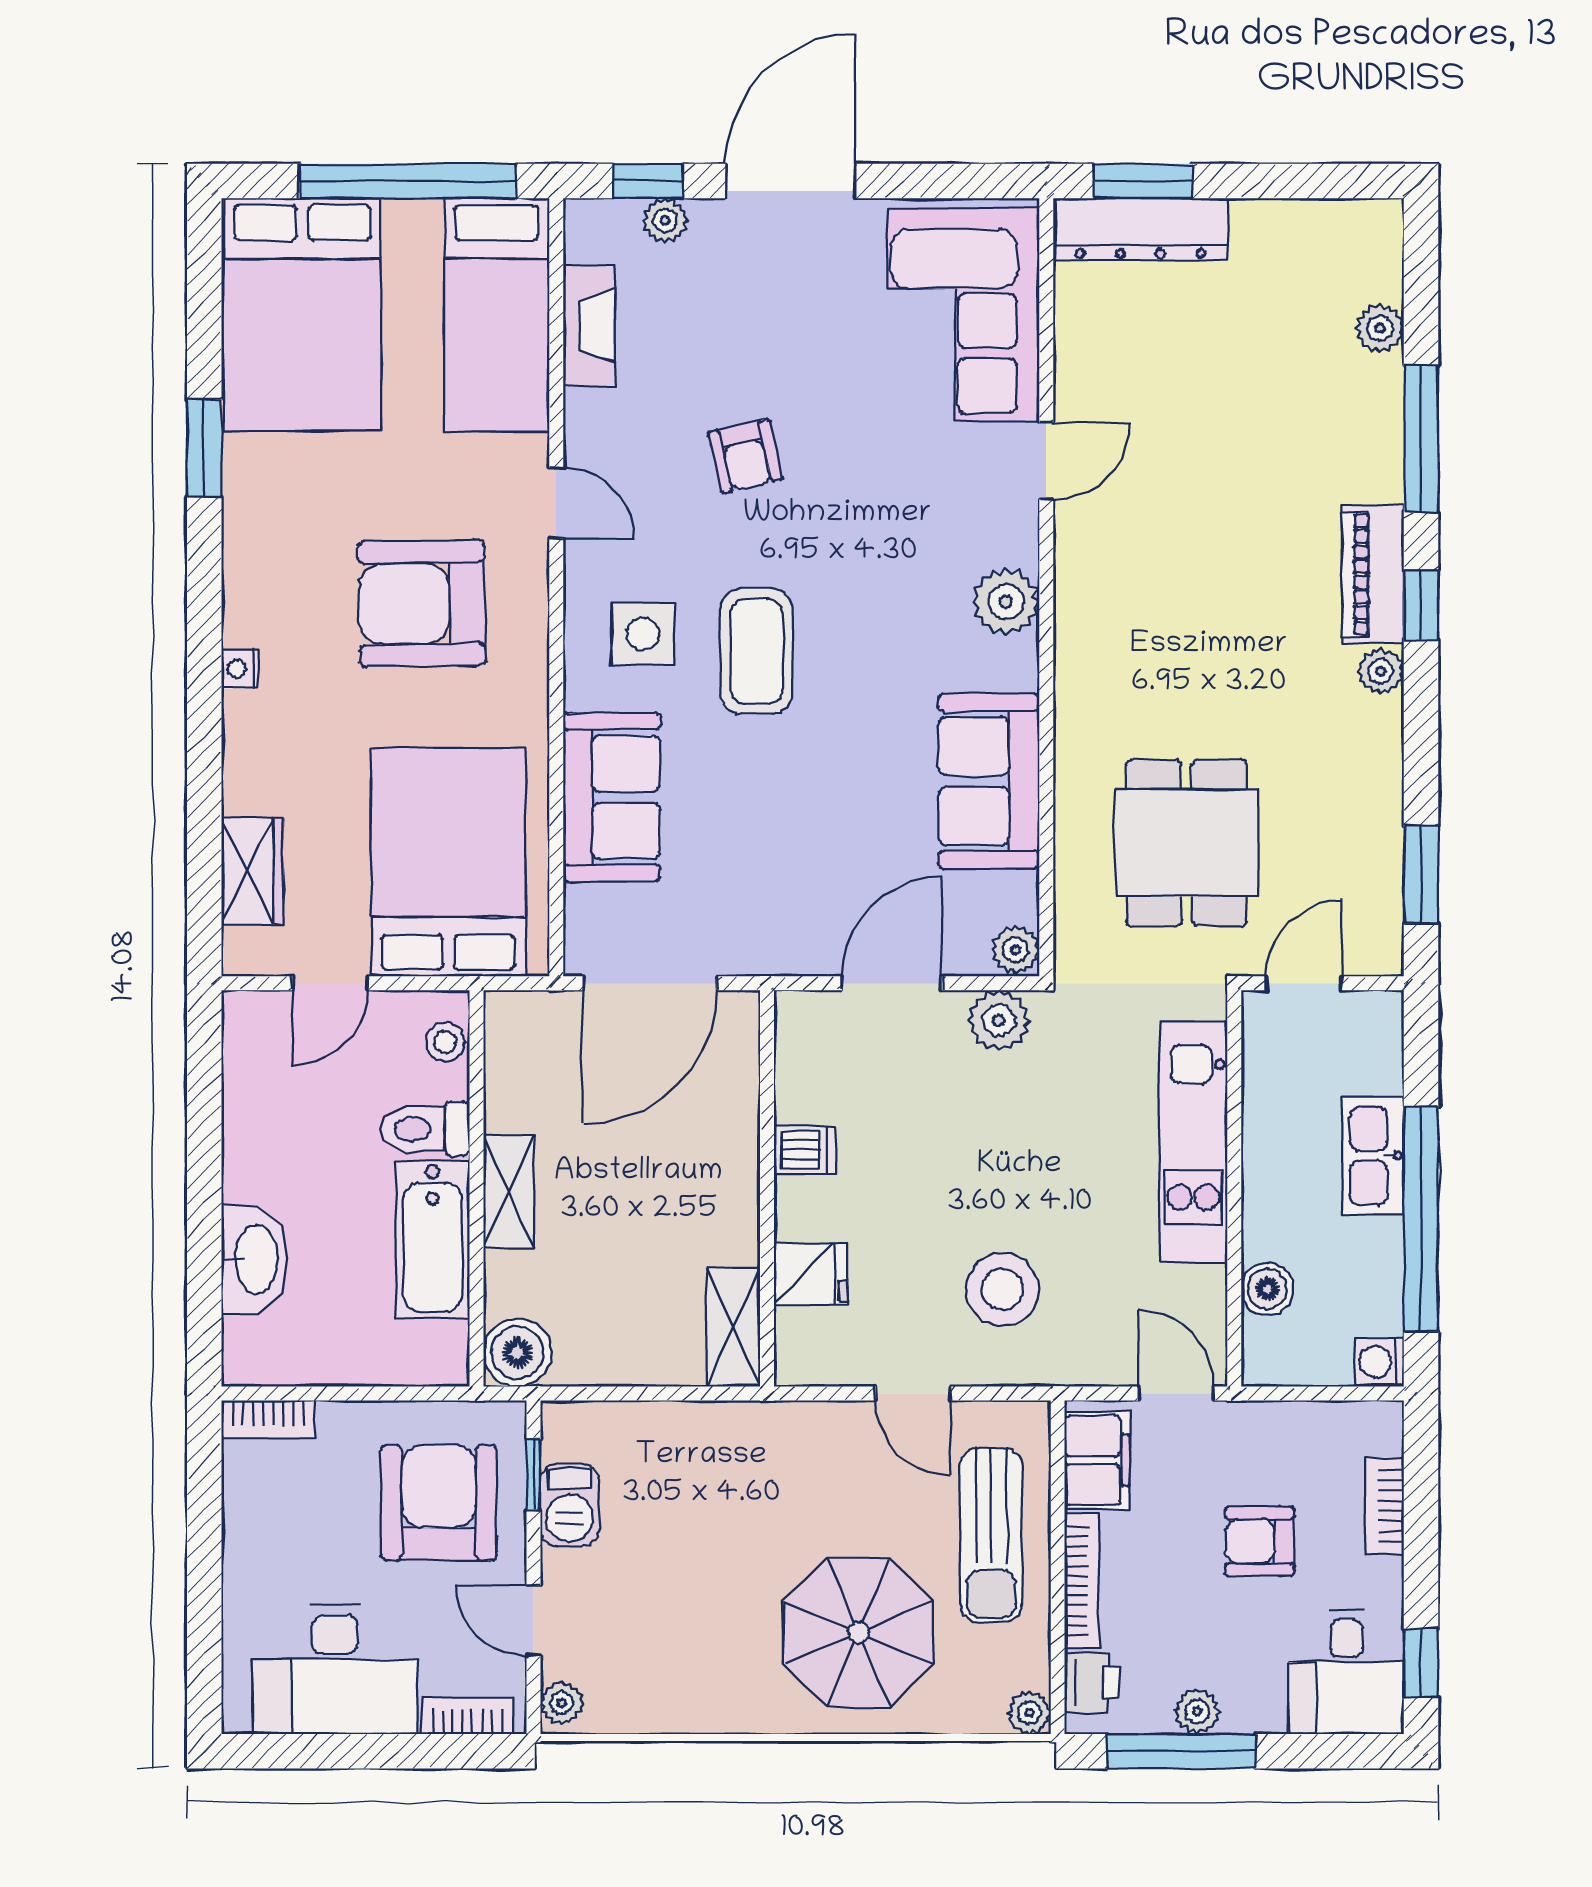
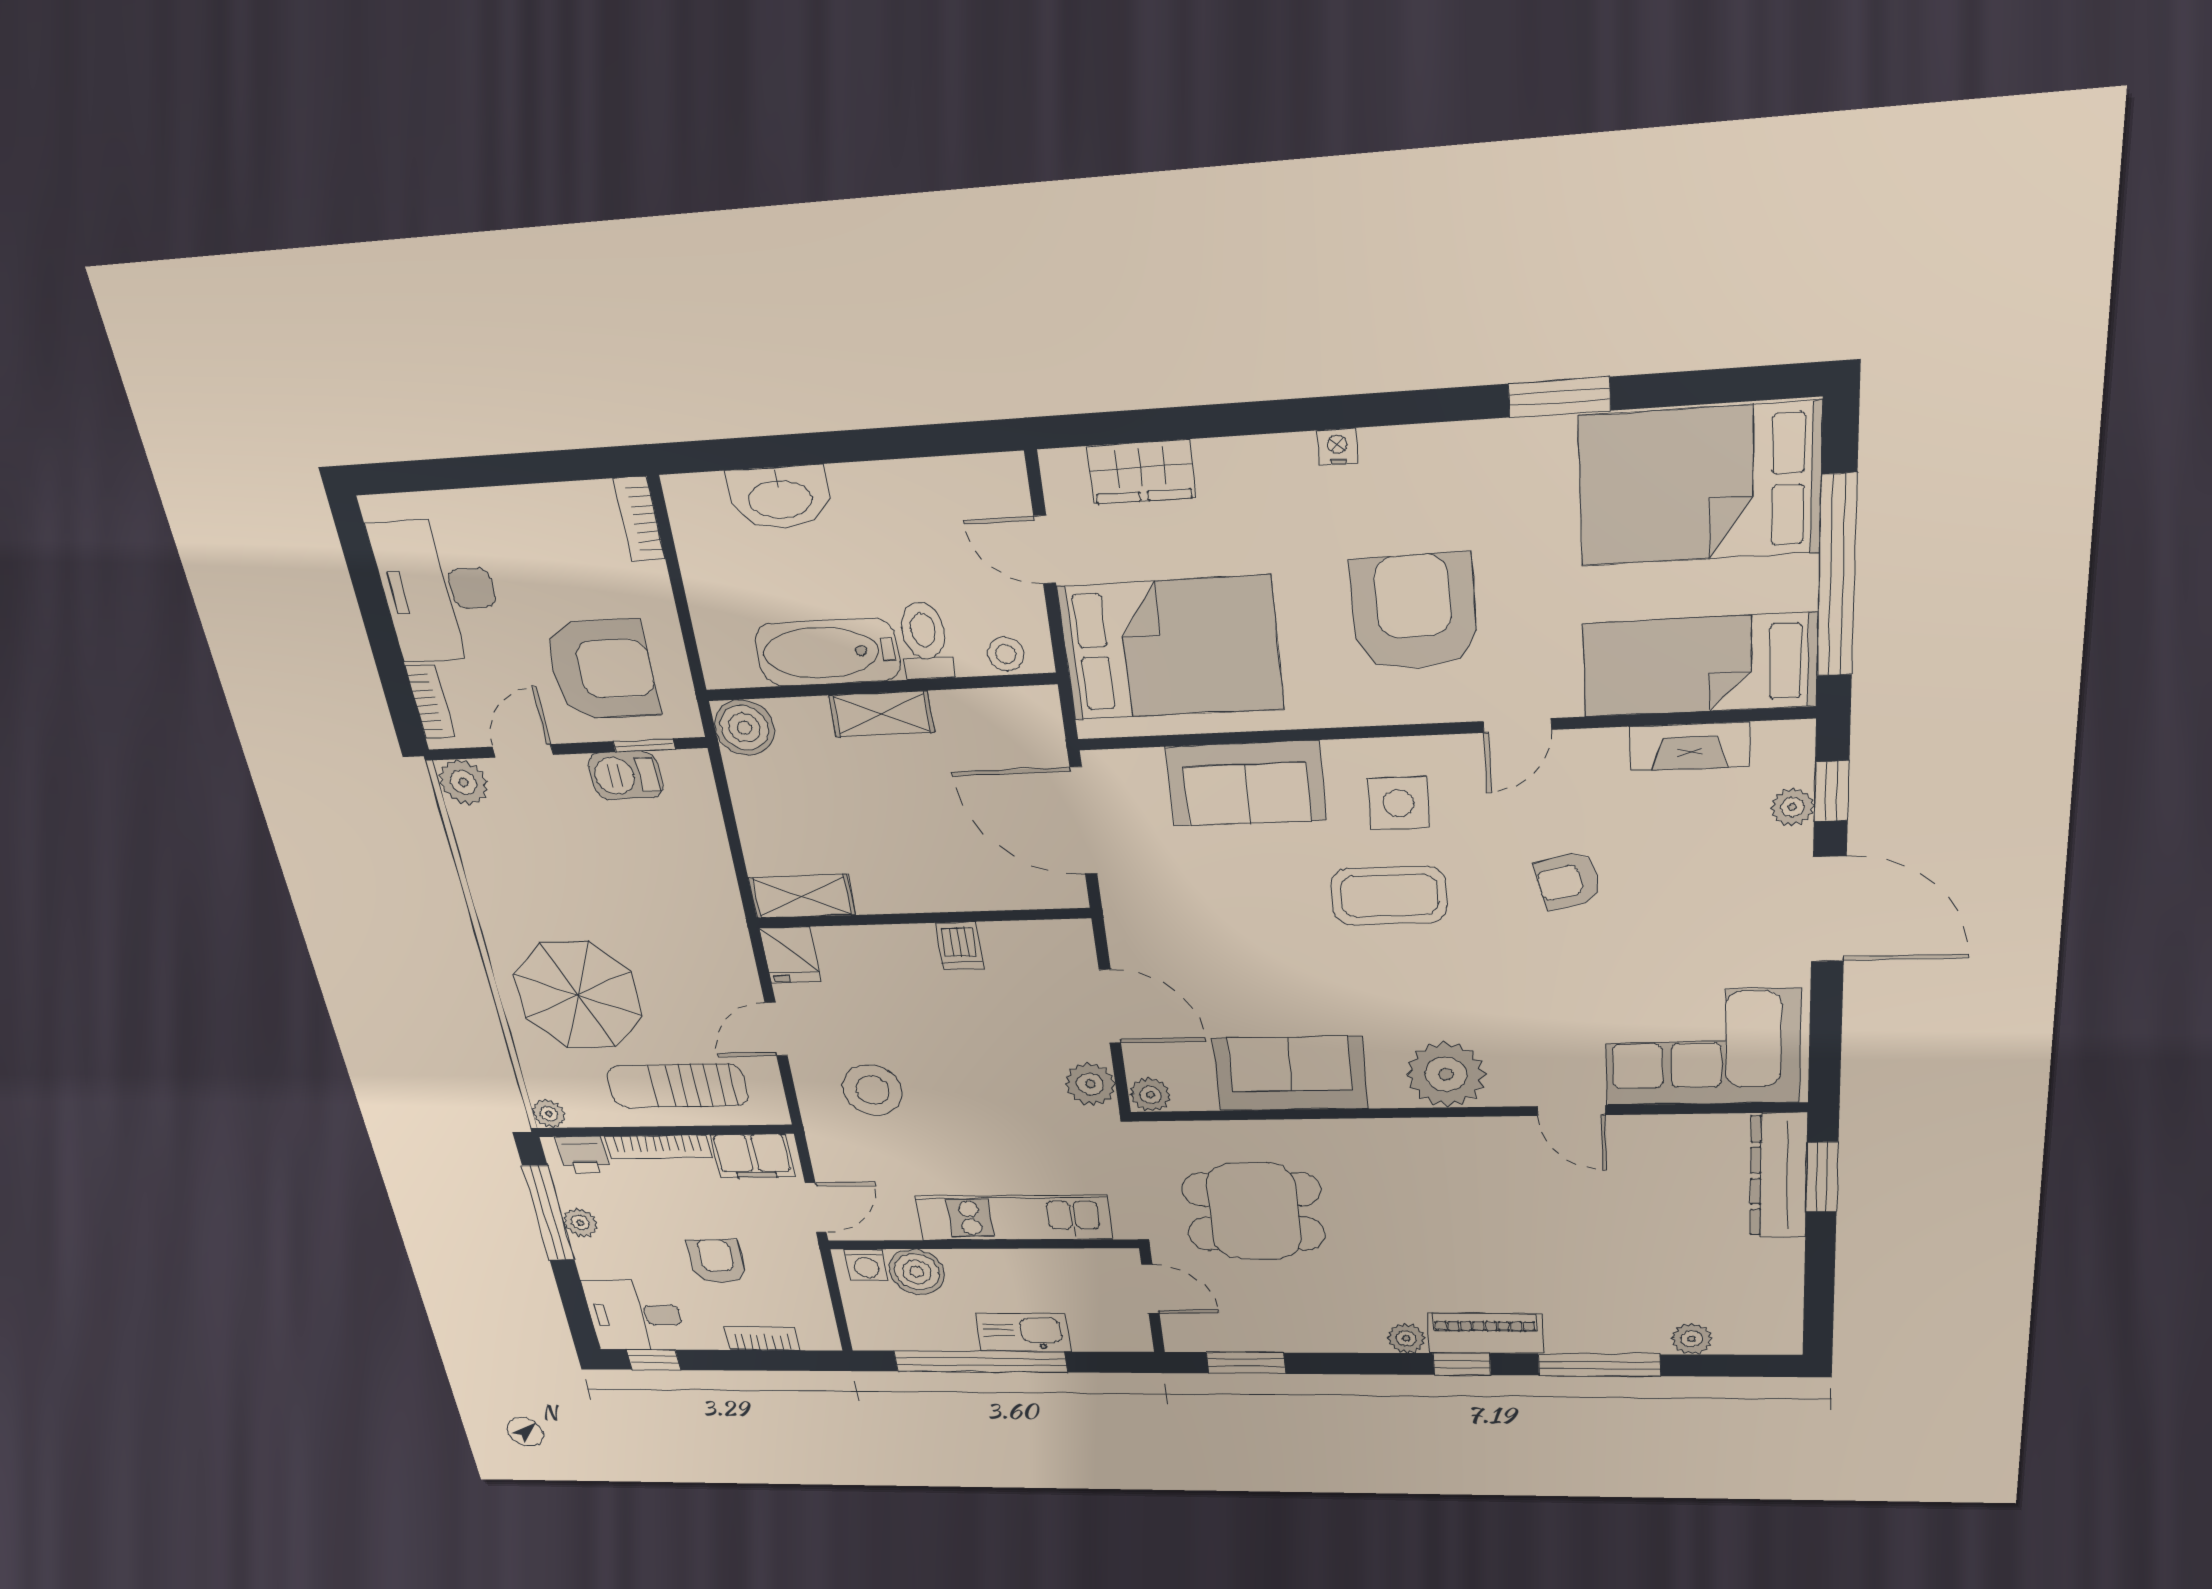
plant: (1006, 602) -> (1446, 1074), width x1.36, depth x1.36
fridge: (811, 1274) -> (790, 955), moved
boiler: (1267, 1289) -> (917, 1272), width x1.36, depth x1.36
washing machine: (1379, 1362) -> (866, 1265), moved, turned 180
plant: (562, 1703) -> (464, 782), width x1.38, depth x1.38

